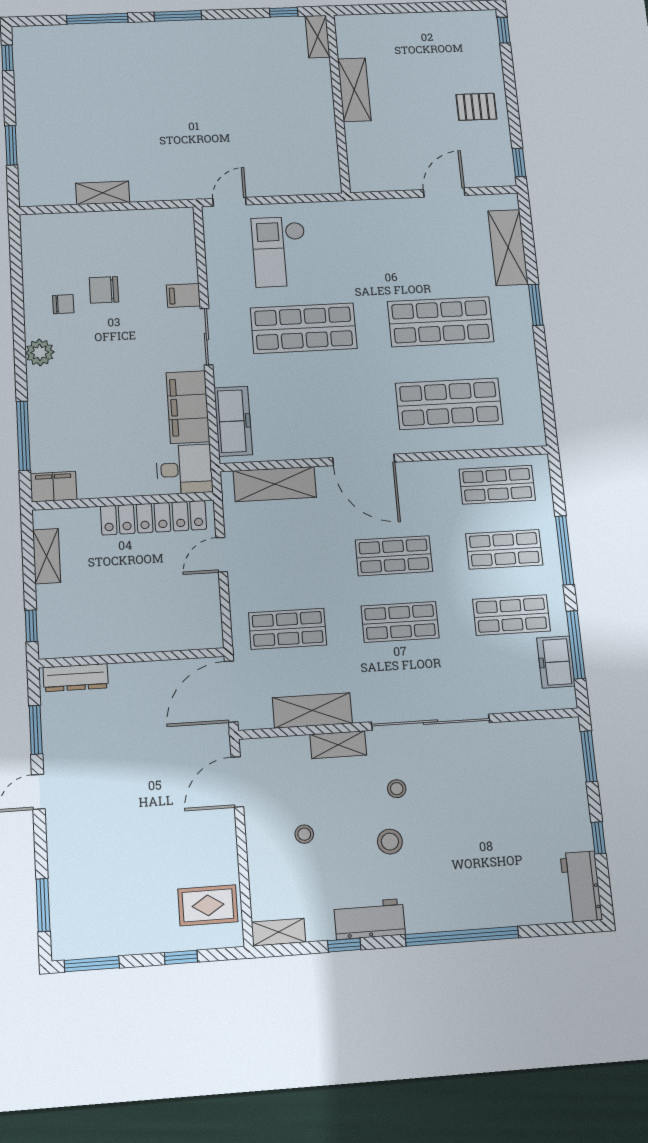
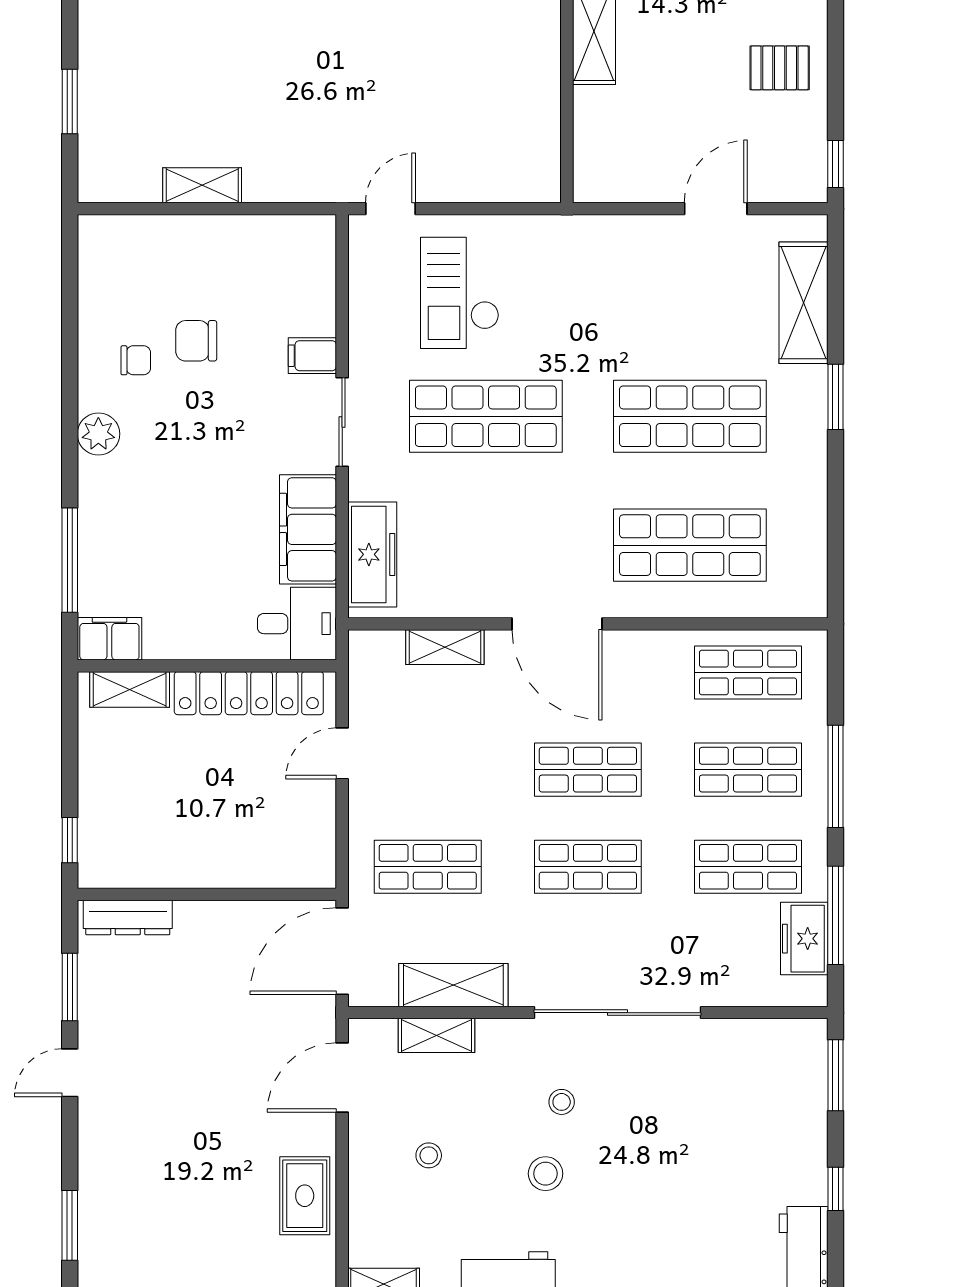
shelving: (275, 484) -> (445, 647), width x0.67, depth x0.75
shelving: (47, 556) -> (130, 689), moved, turned 90
shelving: (338, 745) -> (436, 1035), moved
rug: (208, 905) -> (305, 1196), moved, turned 90

